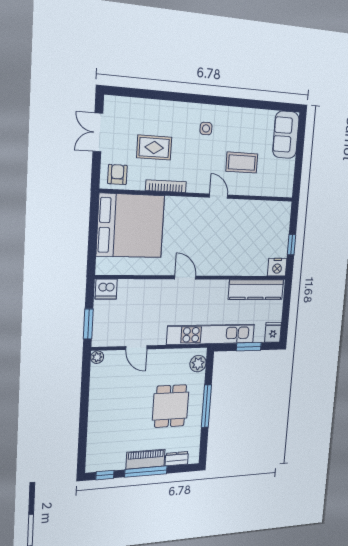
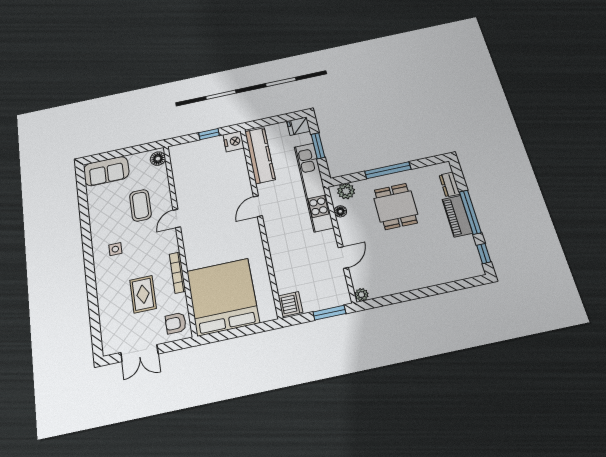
floor lamp: (283, 189) -> (158, 159), added
door: (185, 277) -> (258, 206), moved
floor lamp: (180, 354) -> (340, 211), added
dining table: (171, 406) -> (396, 206), turned 90

